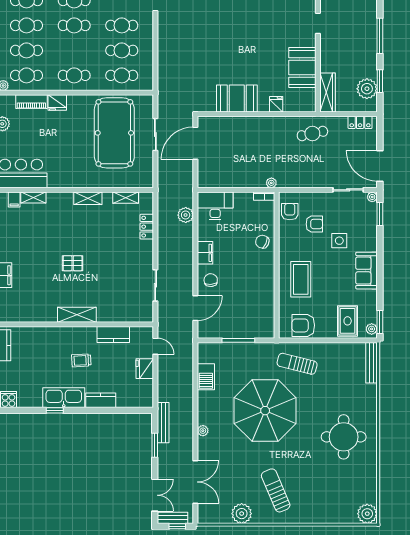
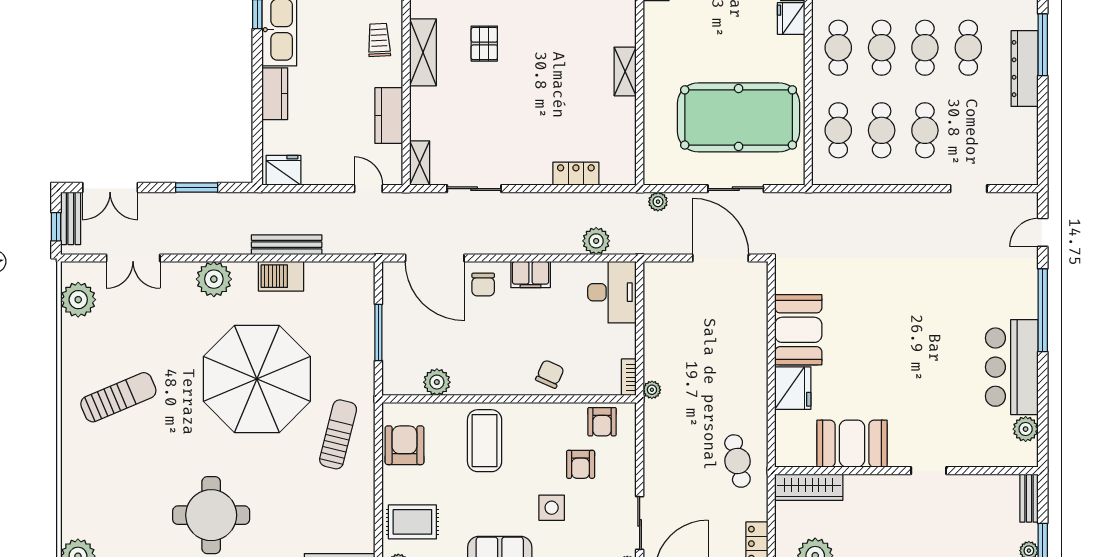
cafe table: (74, 50) -> (882, 48), added
fridge: (276, 104) -> (793, 388), width x1.88, depth x1.34
plant: (163, 179) -> (658, 202), added
shelving: (126, 198) -> (420, 163), moved
armchair: (290, 212) -> (602, 422), turned 90
pallet: (73, 263) -> (484, 44), moved
coffee table: (301, 279) -> (485, 441), turned 90
chair: (211, 280) -> (483, 285), turned 94
plant: (267, 307) -> (437, 382), added
door: (195, 308) -> (435, 258), width x1.36
door: (155, 346) -> (368, 189), swing flipped
trolley: (81, 360) -> (379, 40), moved
fridge: (145, 369) -> (283, 170), moved
barbecue: (206, 377) -> (281, 276), moved
bench: (163, 423) -> (287, 245), moved
plant: (203, 431) -> (214, 279), width x1.88, depth x1.88
double door: (195, 482) -> (133, 258), width x0.73
plant: (242, 514) -> (78, 300), moved

